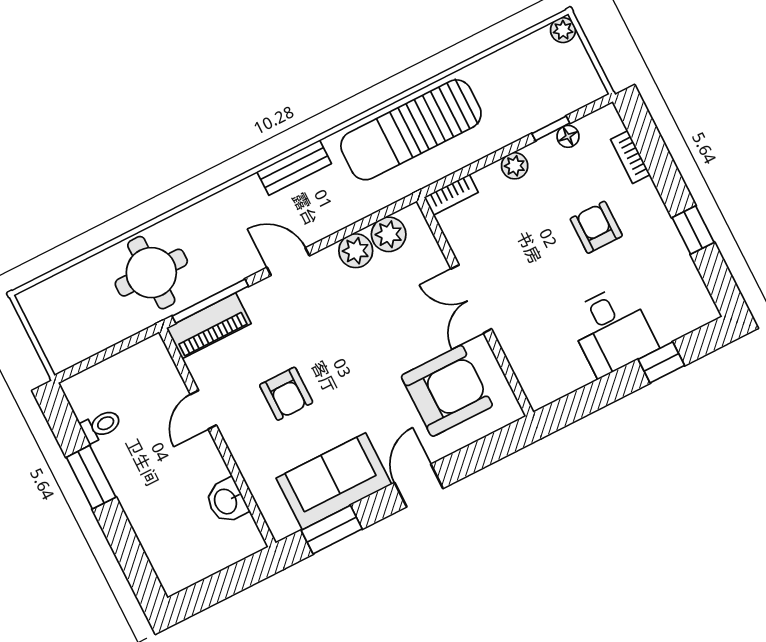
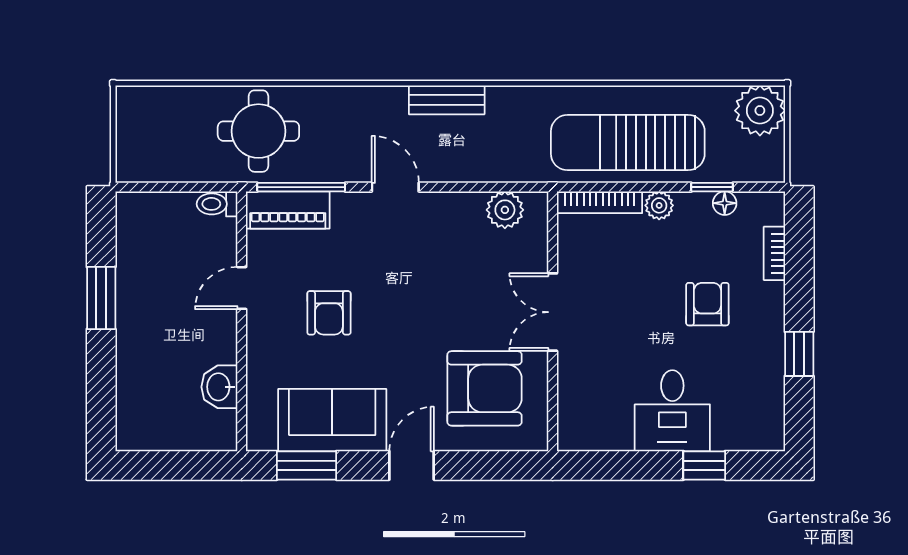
plant: (563, 30) -> (760, 111), width x1.87, depth x1.87
sun lounger: (411, 130) -> (628, 143), moved
bookcase: (451, 195) -> (600, 202), width x1.56
plant: (356, 251) -> (465, 210), removed
toilet: (101, 426) -> (217, 204), moved, turned 180

